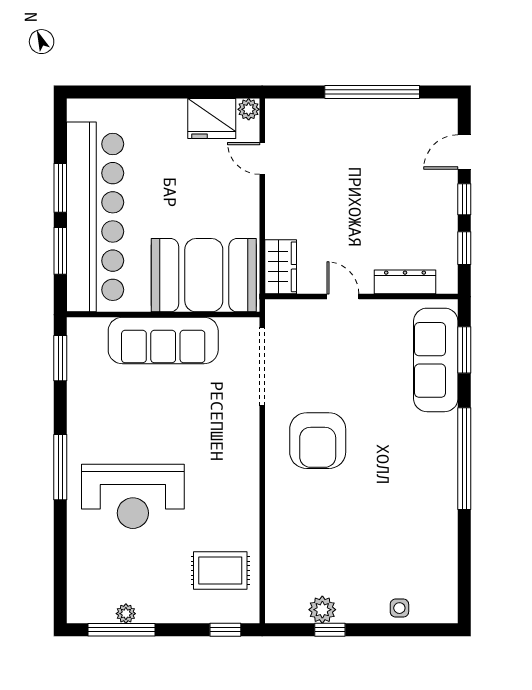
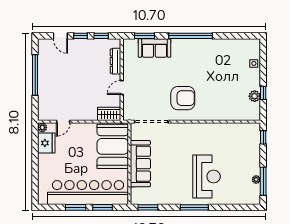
sofa: (436, 360) -> (154, 48), width x0.73
rug: (220, 570) -> (238, 139), removed

